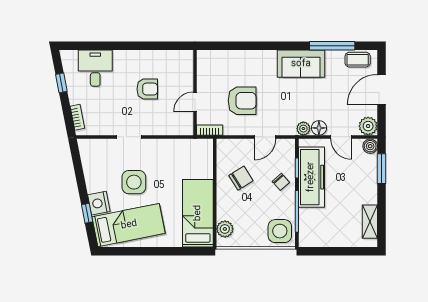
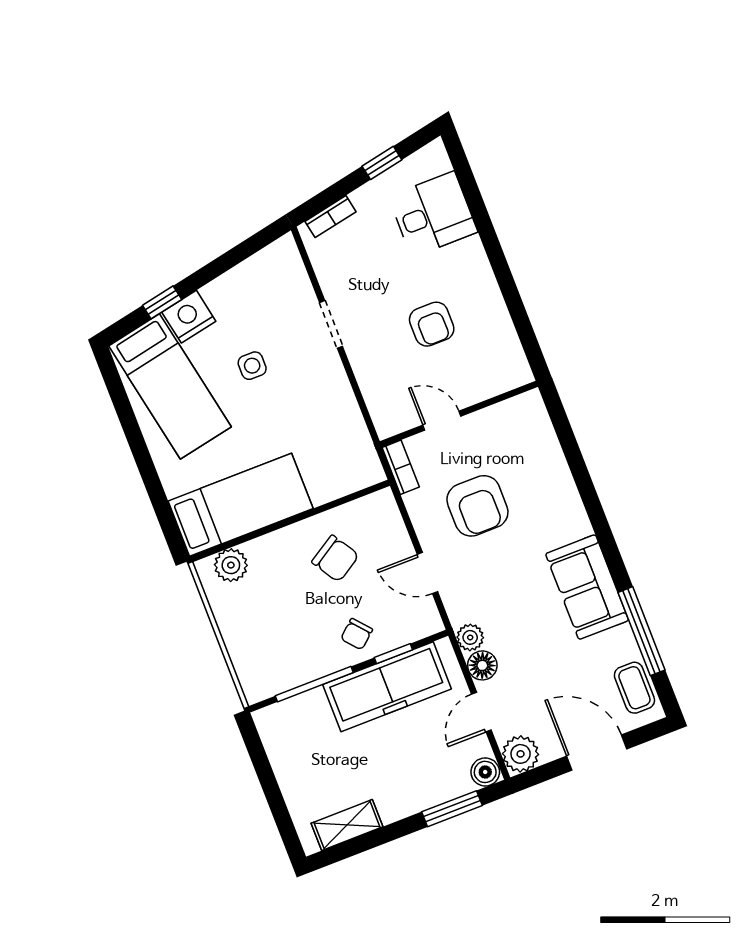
side table: (134, 182) -> (252, 366), width x0.54, depth x0.54
side table: (280, 231) -> (266, 667), removed

